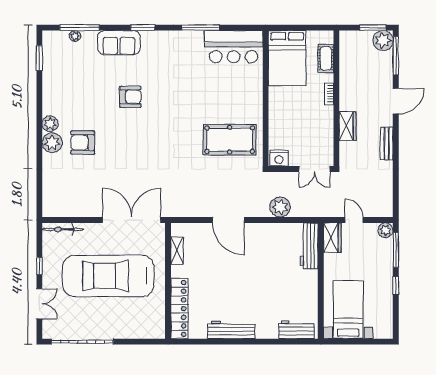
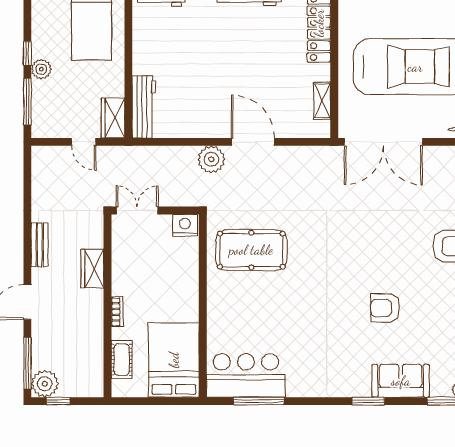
window: (200, 28) -> (259, 401), moved
window: (373, 28) -> (58, 401), width x0.67
plant: (280, 207) -> (211, 159), moved
plant: (386, 230) -> (41, 69), moved

